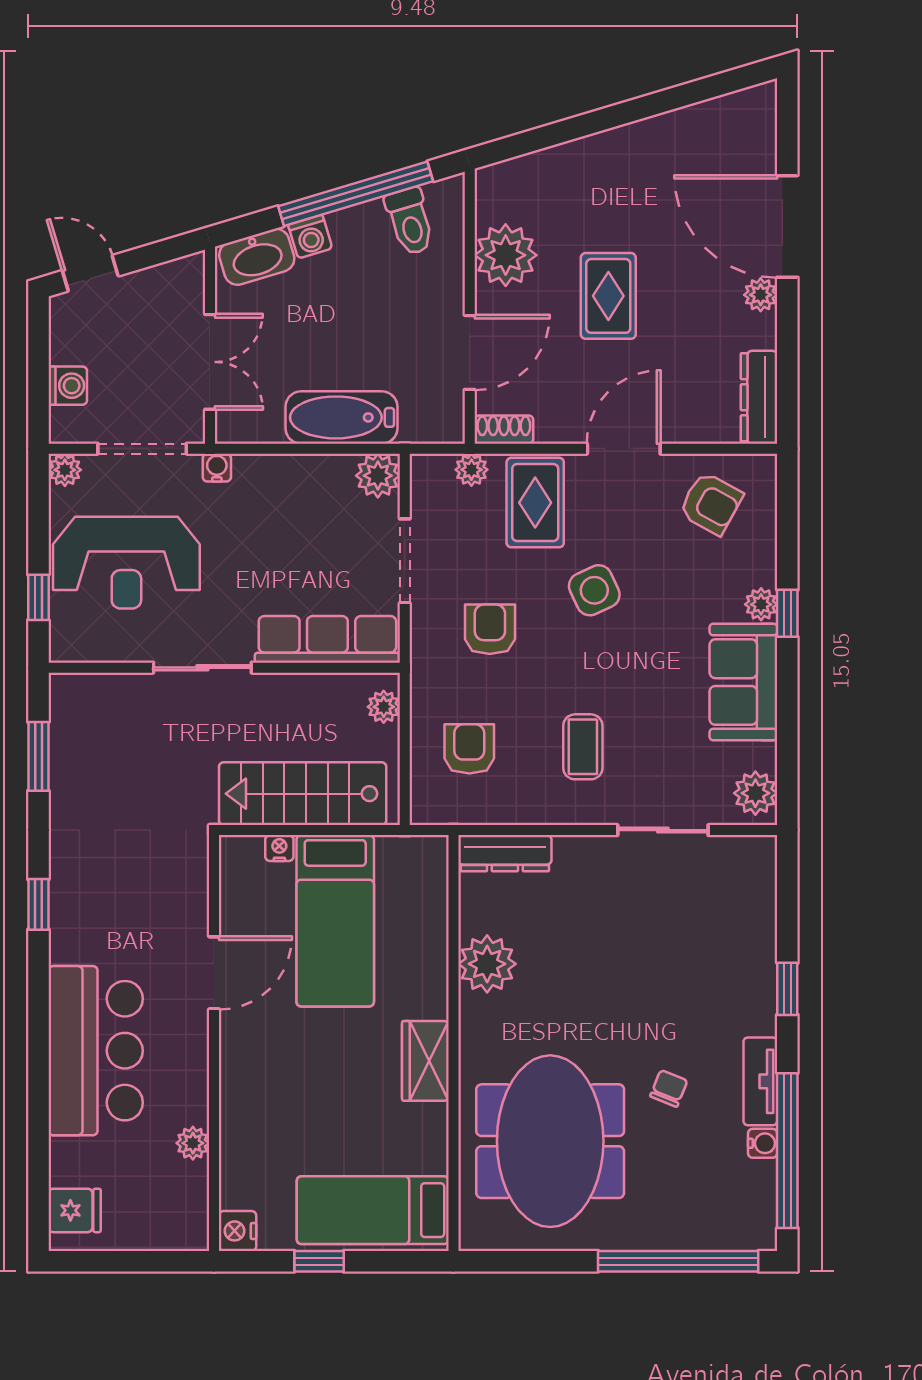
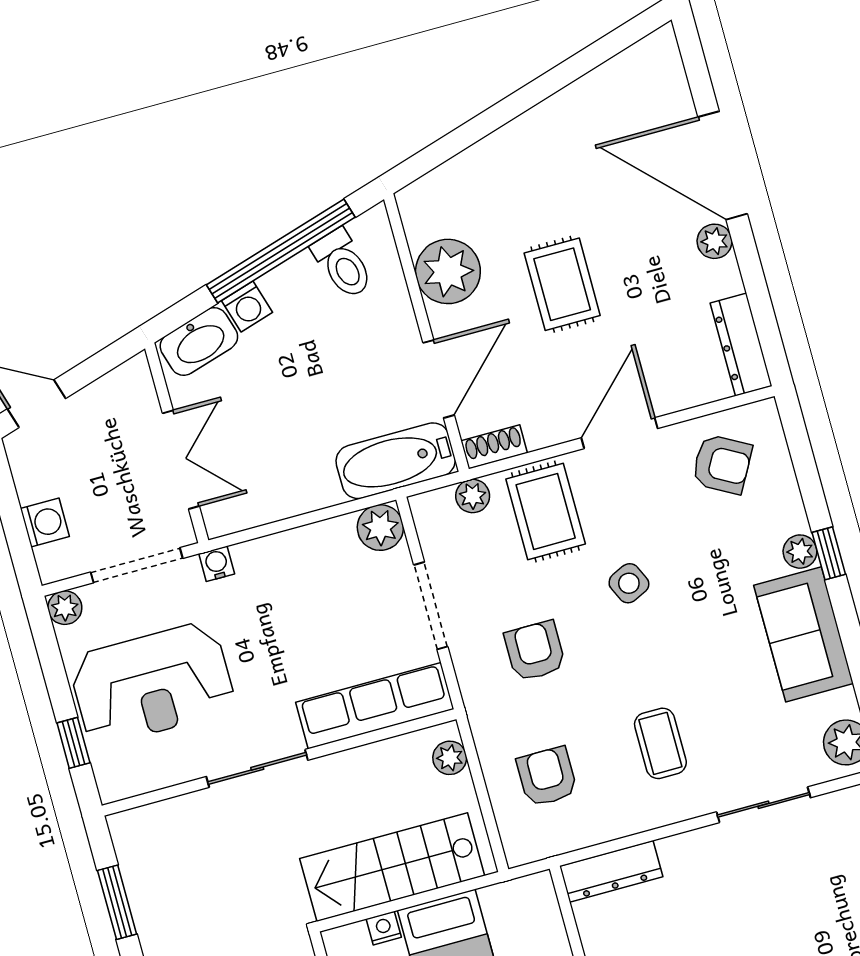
bathtub: (341, 417) -> (396, 461), moved
side table: (594, 590) -> (629, 583), width x0.73, depth x0.73

